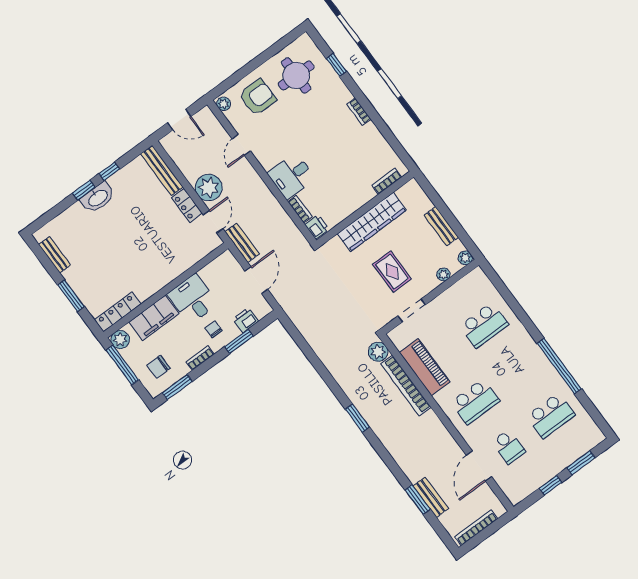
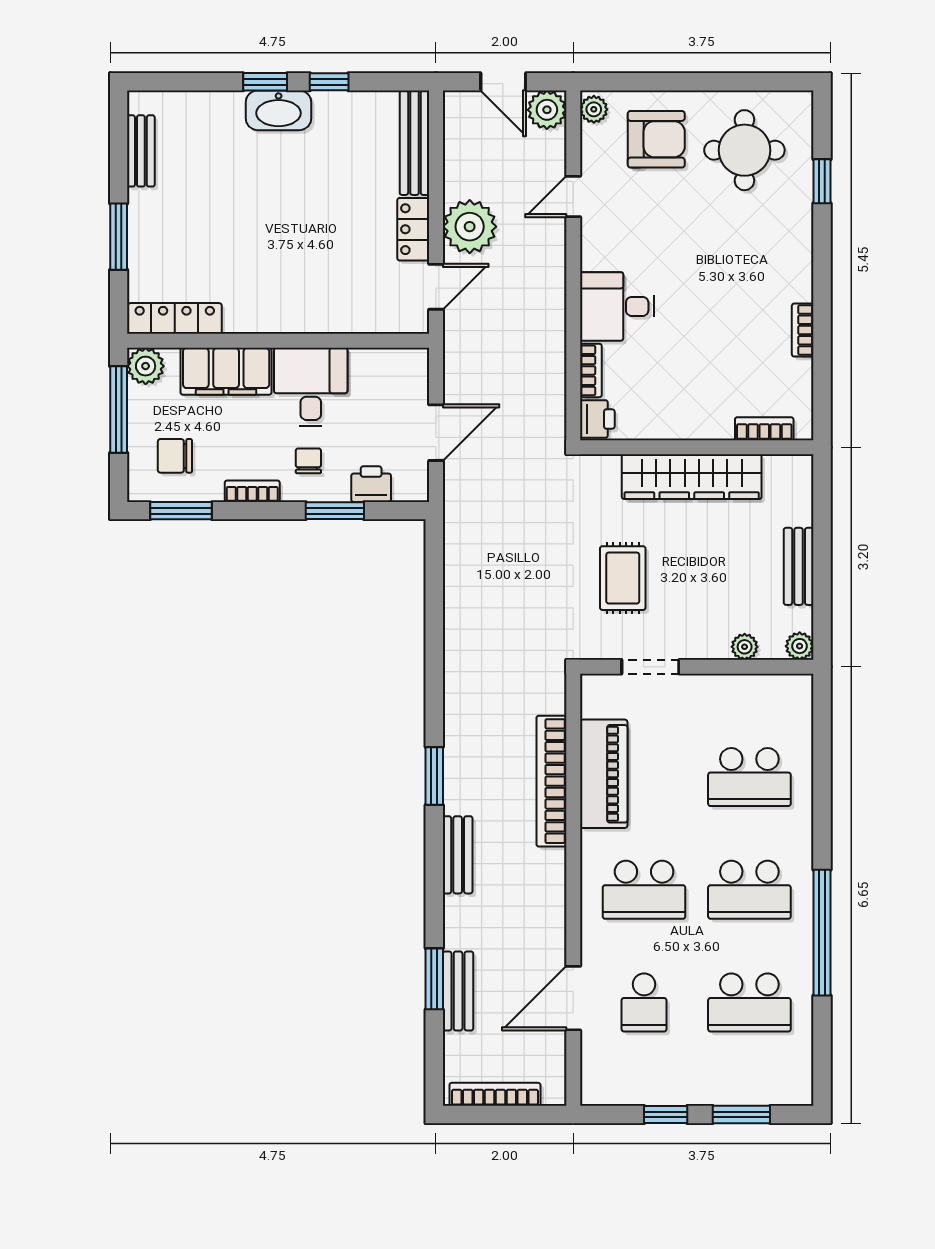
bookcase: (359, 112) -> (803, 330), moved
bench: (242, 243) -> (458, 855), moved
rug: (392, 272) -> (623, 578), moved
plant: (378, 352) -> (547, 110), moved
school desk: (517, 370) -> (749, 890), added

